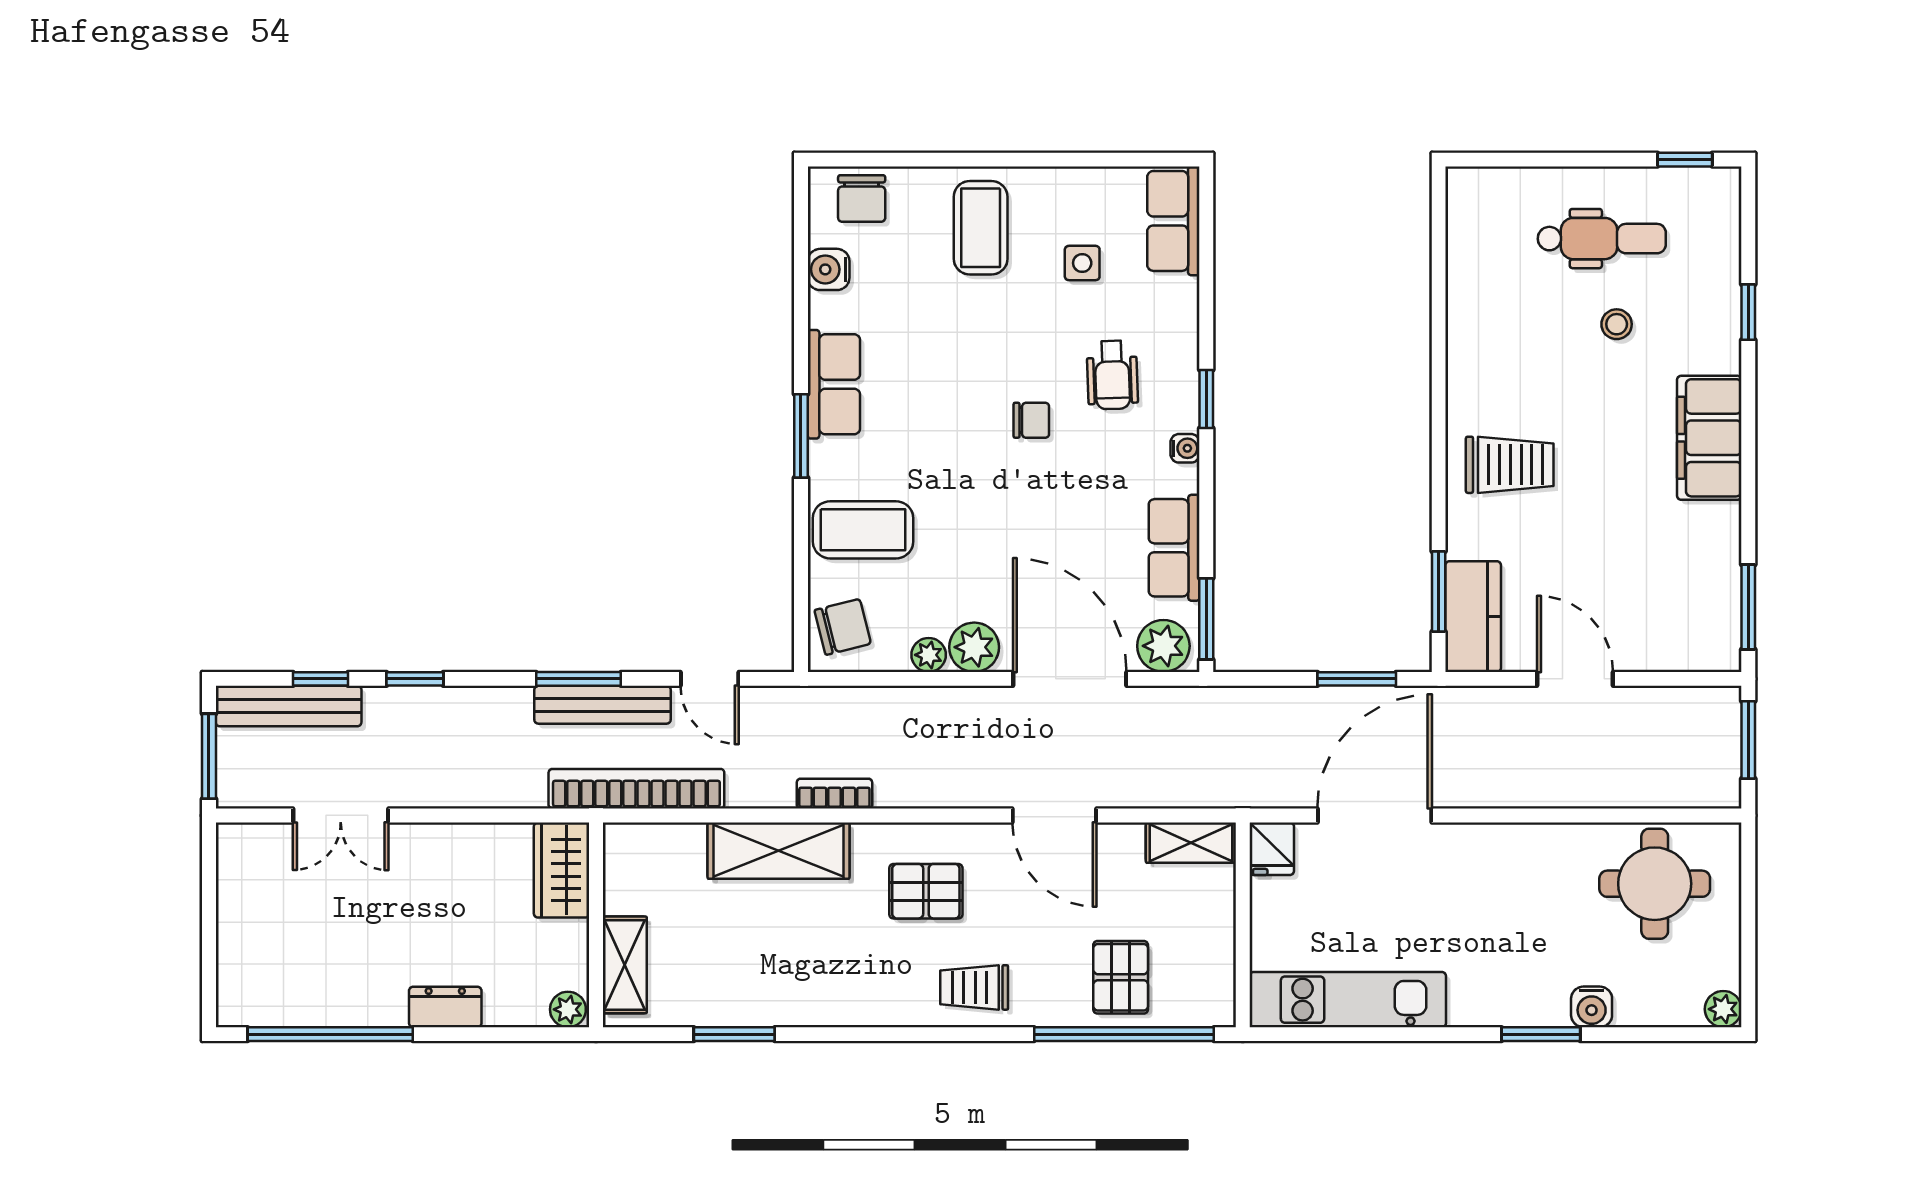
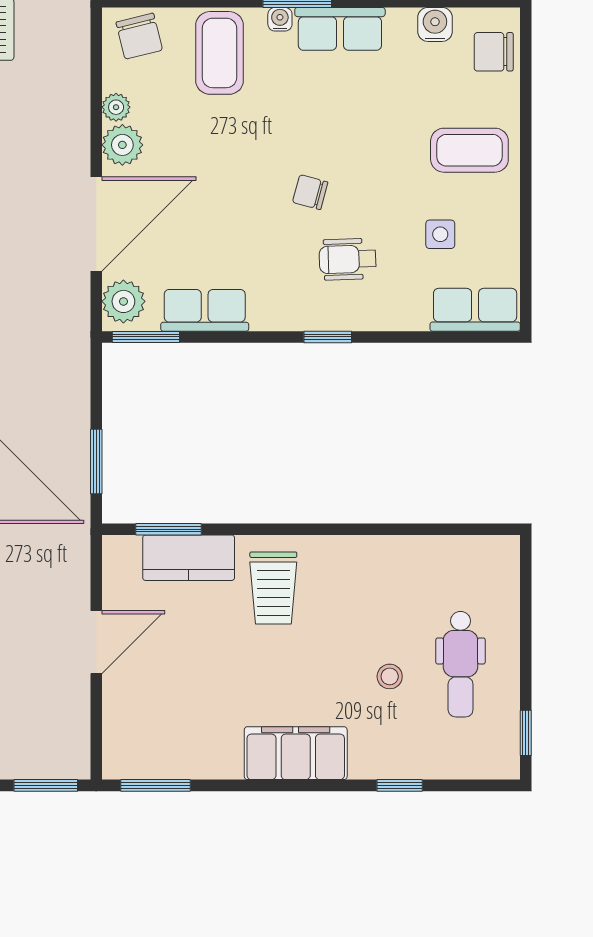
chair: (1031, 420) -> (310, 192), turned 105
water cooler: (1185, 448) -> (280, 19), moved, turned 180
kitchen counter: (1473, 617) -> (189, 558), moved

